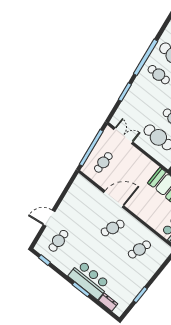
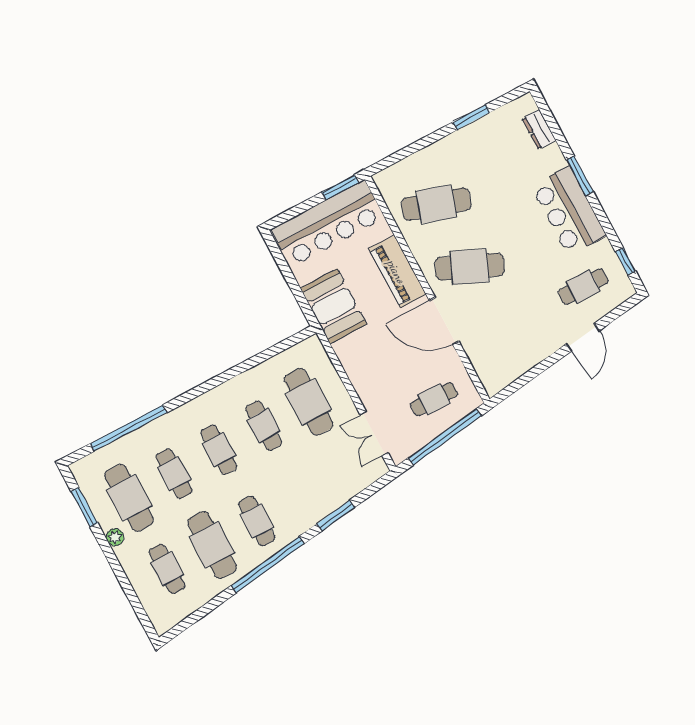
piano: (144, 212) -> (397, 272), added
door: (49, 218) -> (583, 337), hinge flipped
cafe table: (113, 228) -> (470, 267), width x1.37, depth x1.35
cafe table: (139, 249) -> (436, 204), width x1.37, depth x1.35
bar counter: (89, 280) -> (569, 211), moved

